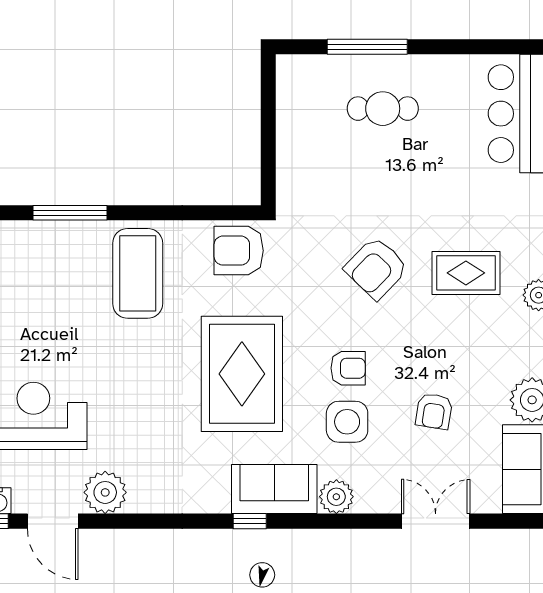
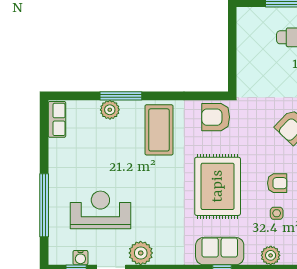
plant: (50, 237) -> (110, 110), added
side table: (347, 422) -> (277, 213), width x0.54, depth x0.54
sofa: (274, 489) -> (220, 251), moved

